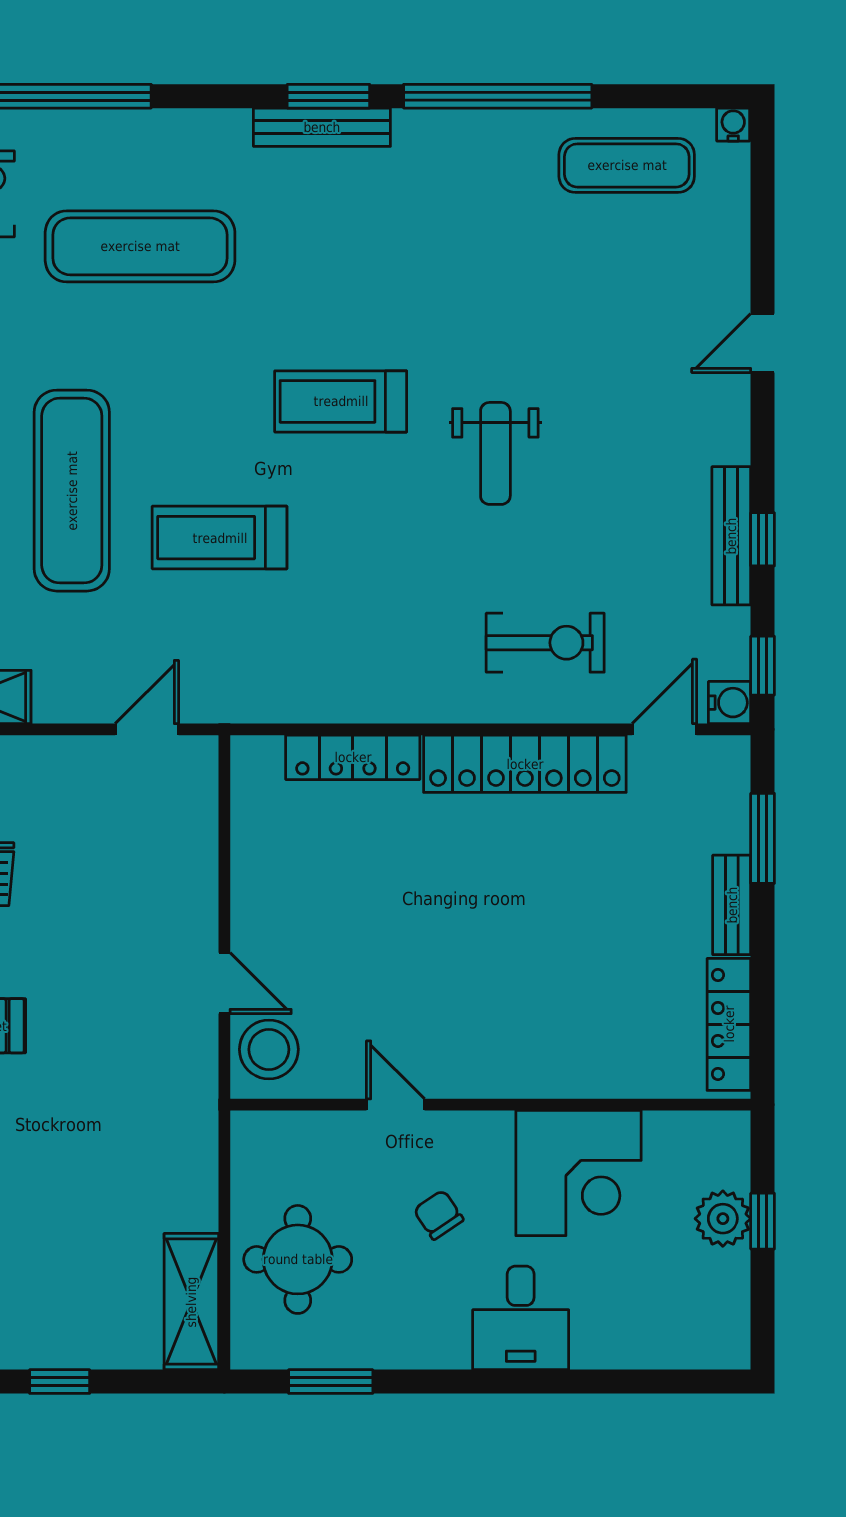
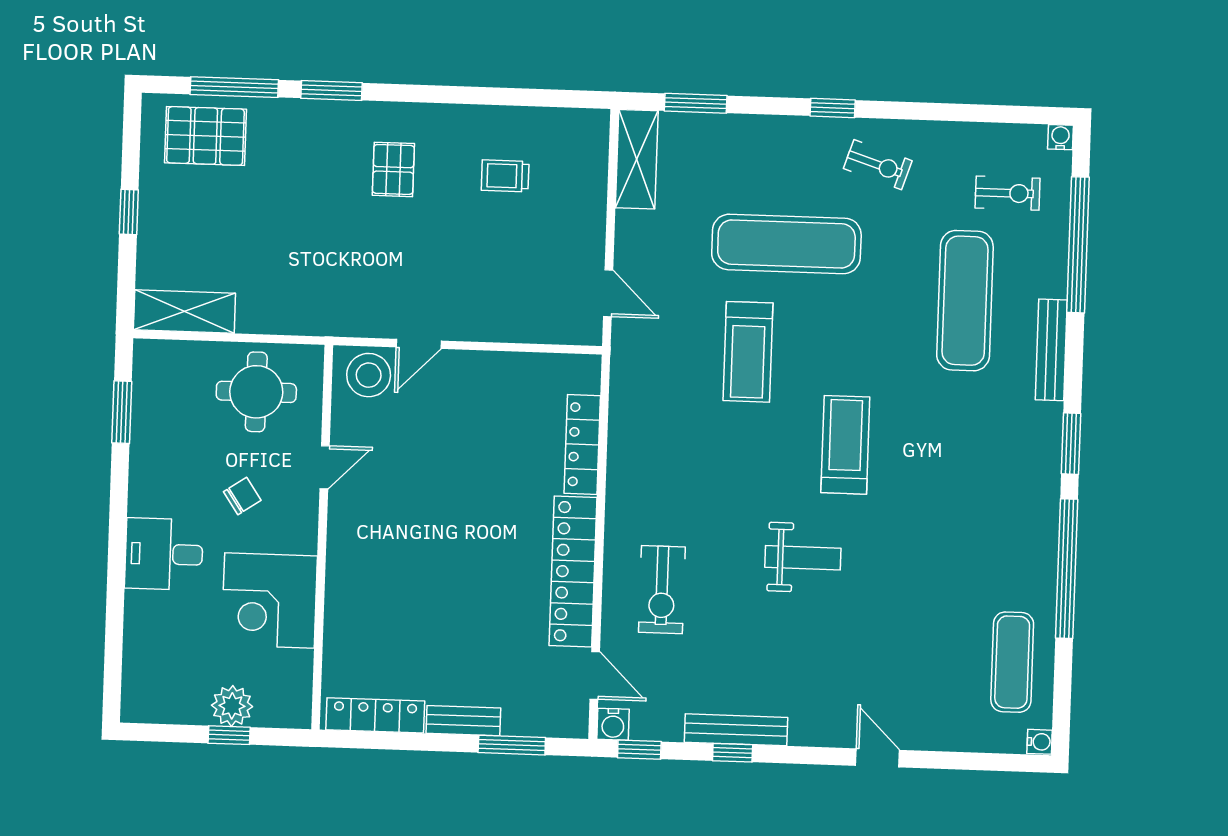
bench: (322, 127) -> (1051, 350), moved
weight bench: (495, 453) -> (803, 558), turned 180
treadmill: (220, 538) -> (748, 352), turned 180
round table: (298, 1259) -> (256, 392), moved

